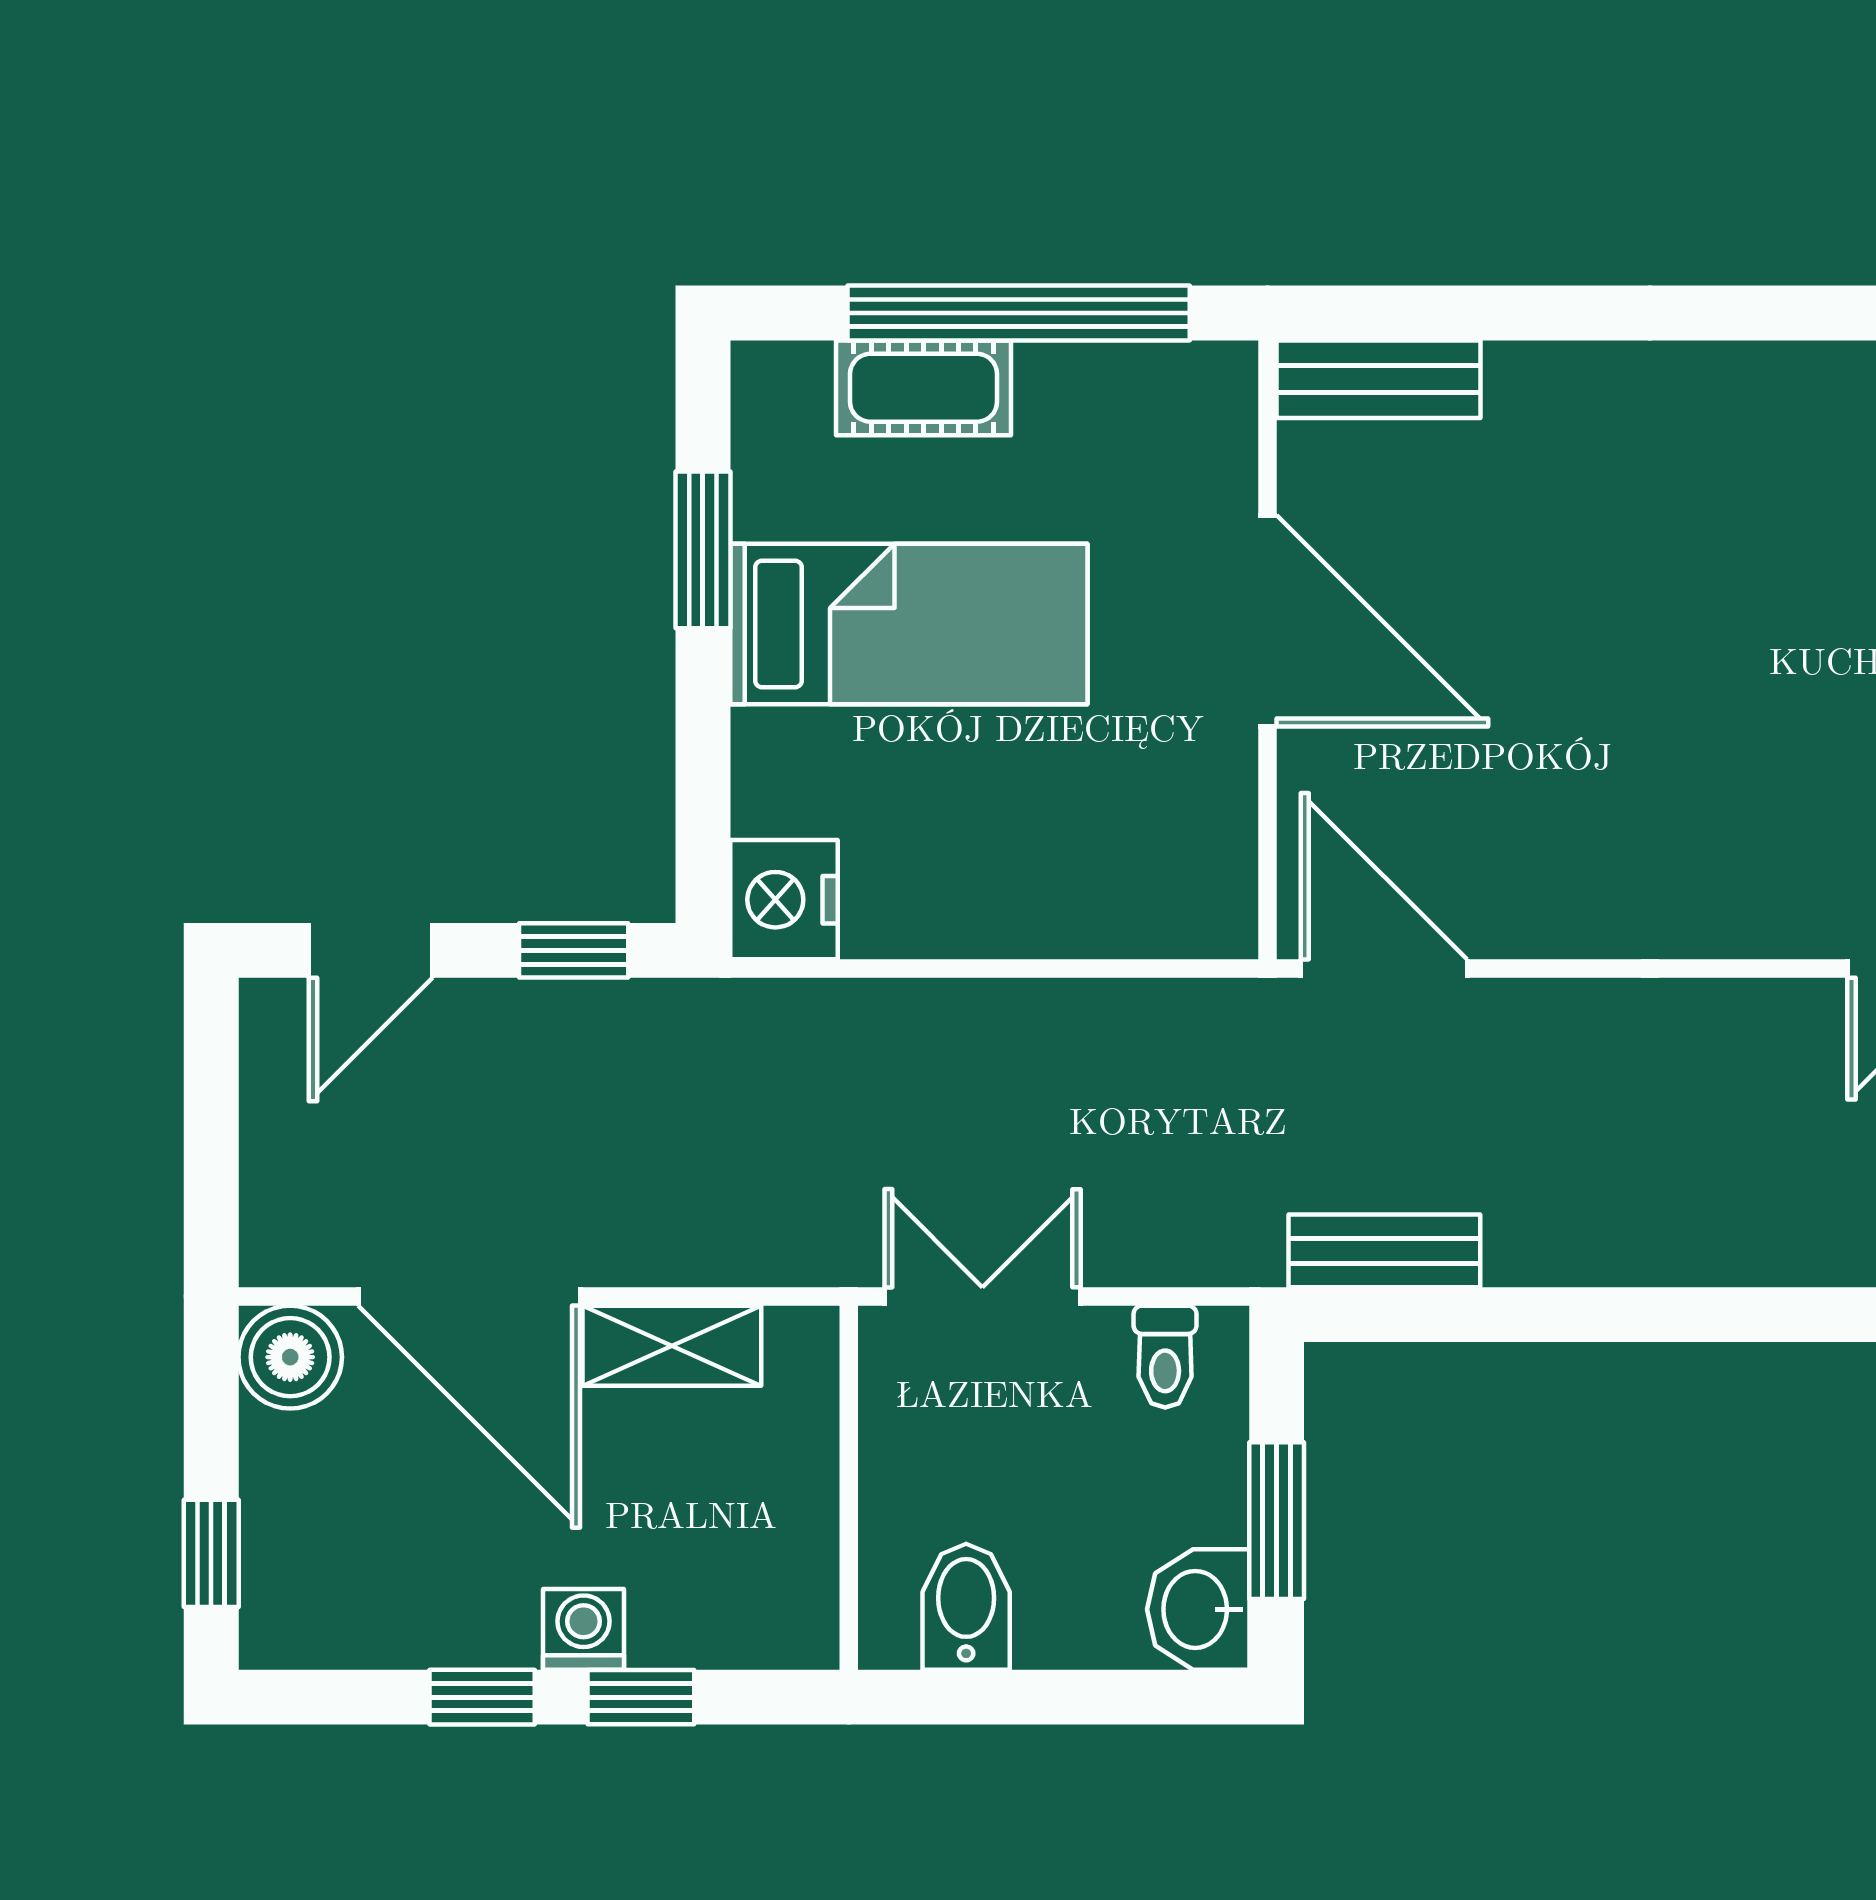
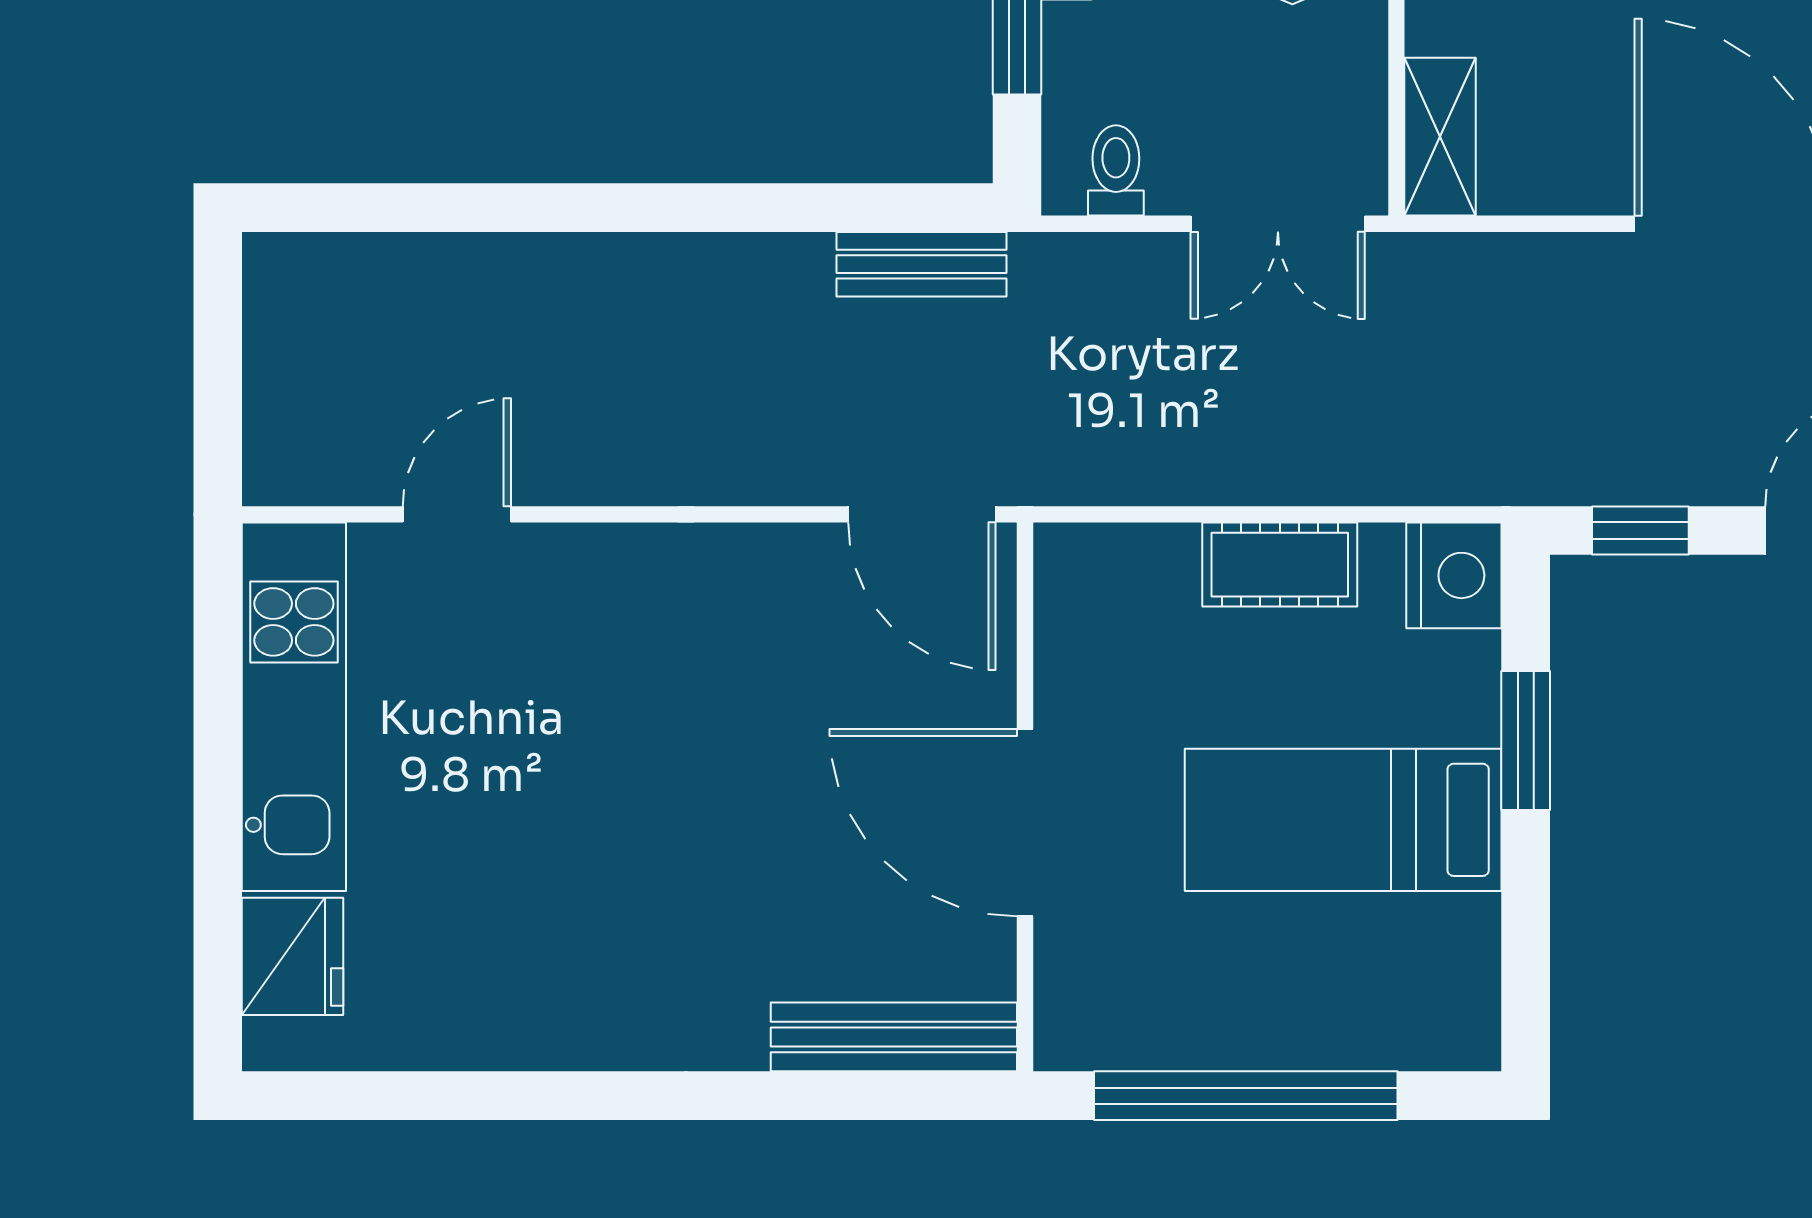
bench: (1378, 379) -> (894, 1037), width x1.36
cot: (924, 388) -> (1280, 565), moved
window: (703, 550) -> (1526, 741), moved
shelving: (672, 1346) -> (1440, 137), moved, turned 90

